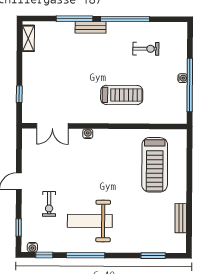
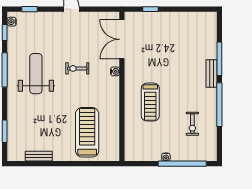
shelving: (28, 38) -> (201, 17), removed
window: (190, 85) -> (182, 164), moved
double door: (52, 126) -> (122, 39), width x1.37
treadmill: (155, 165) -> (87, 132), turned 90
exercise bike: (49, 204) -> (77, 68), moved

